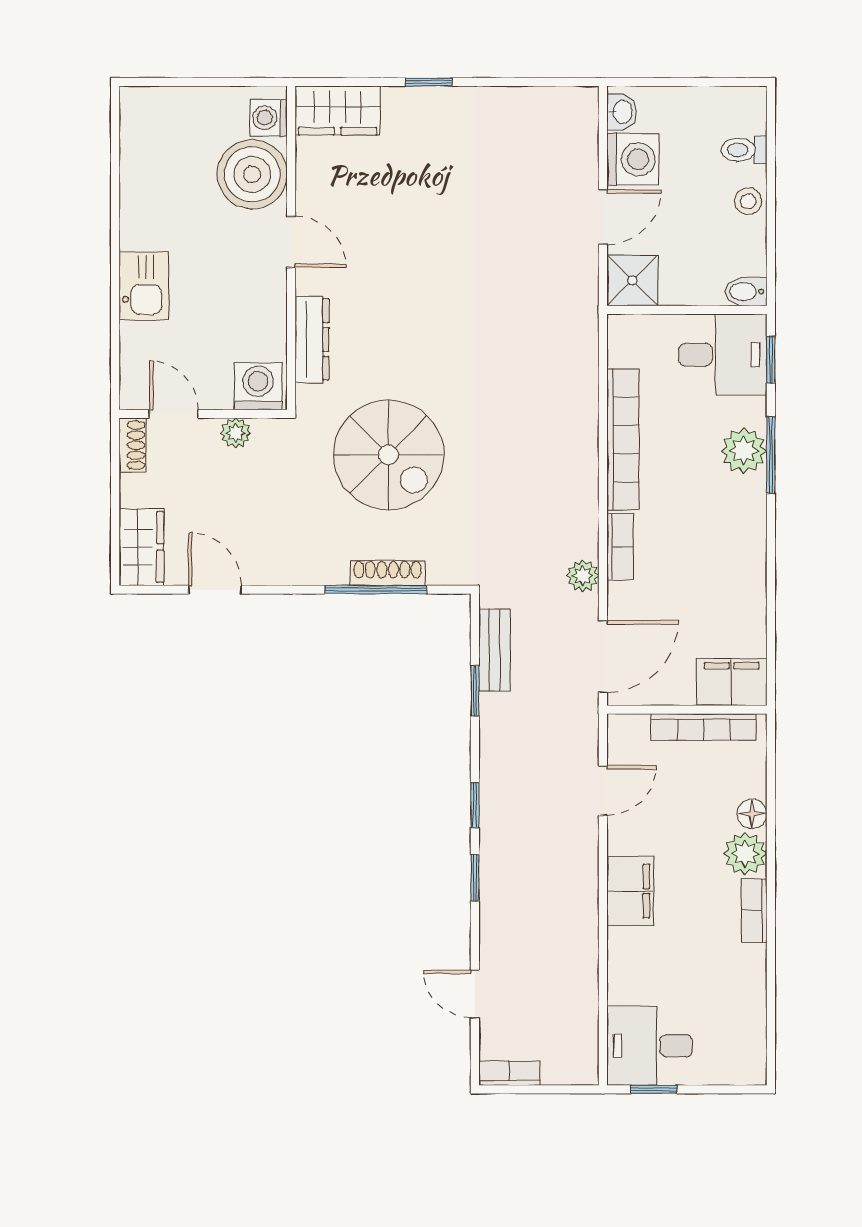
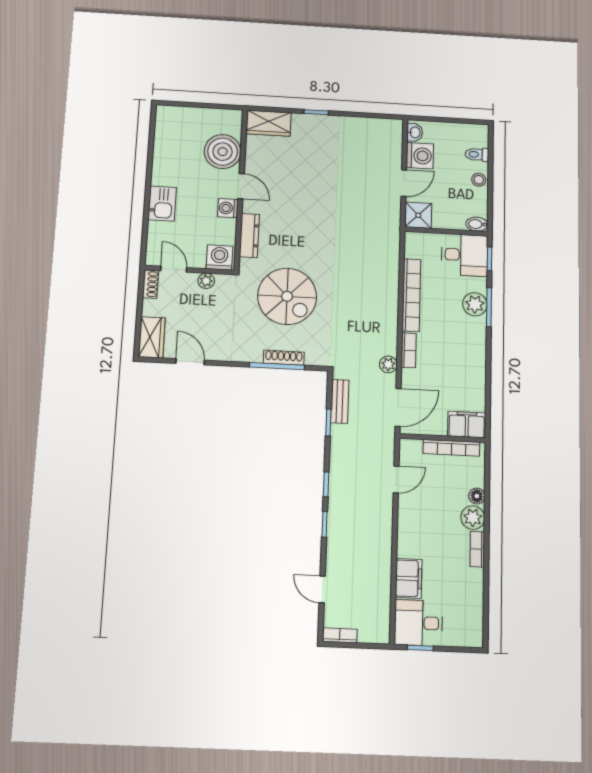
washing machine: (268, 118) -> (228, 208), moved
filing cabinet: (630, 891) -> (409, 578), moved

